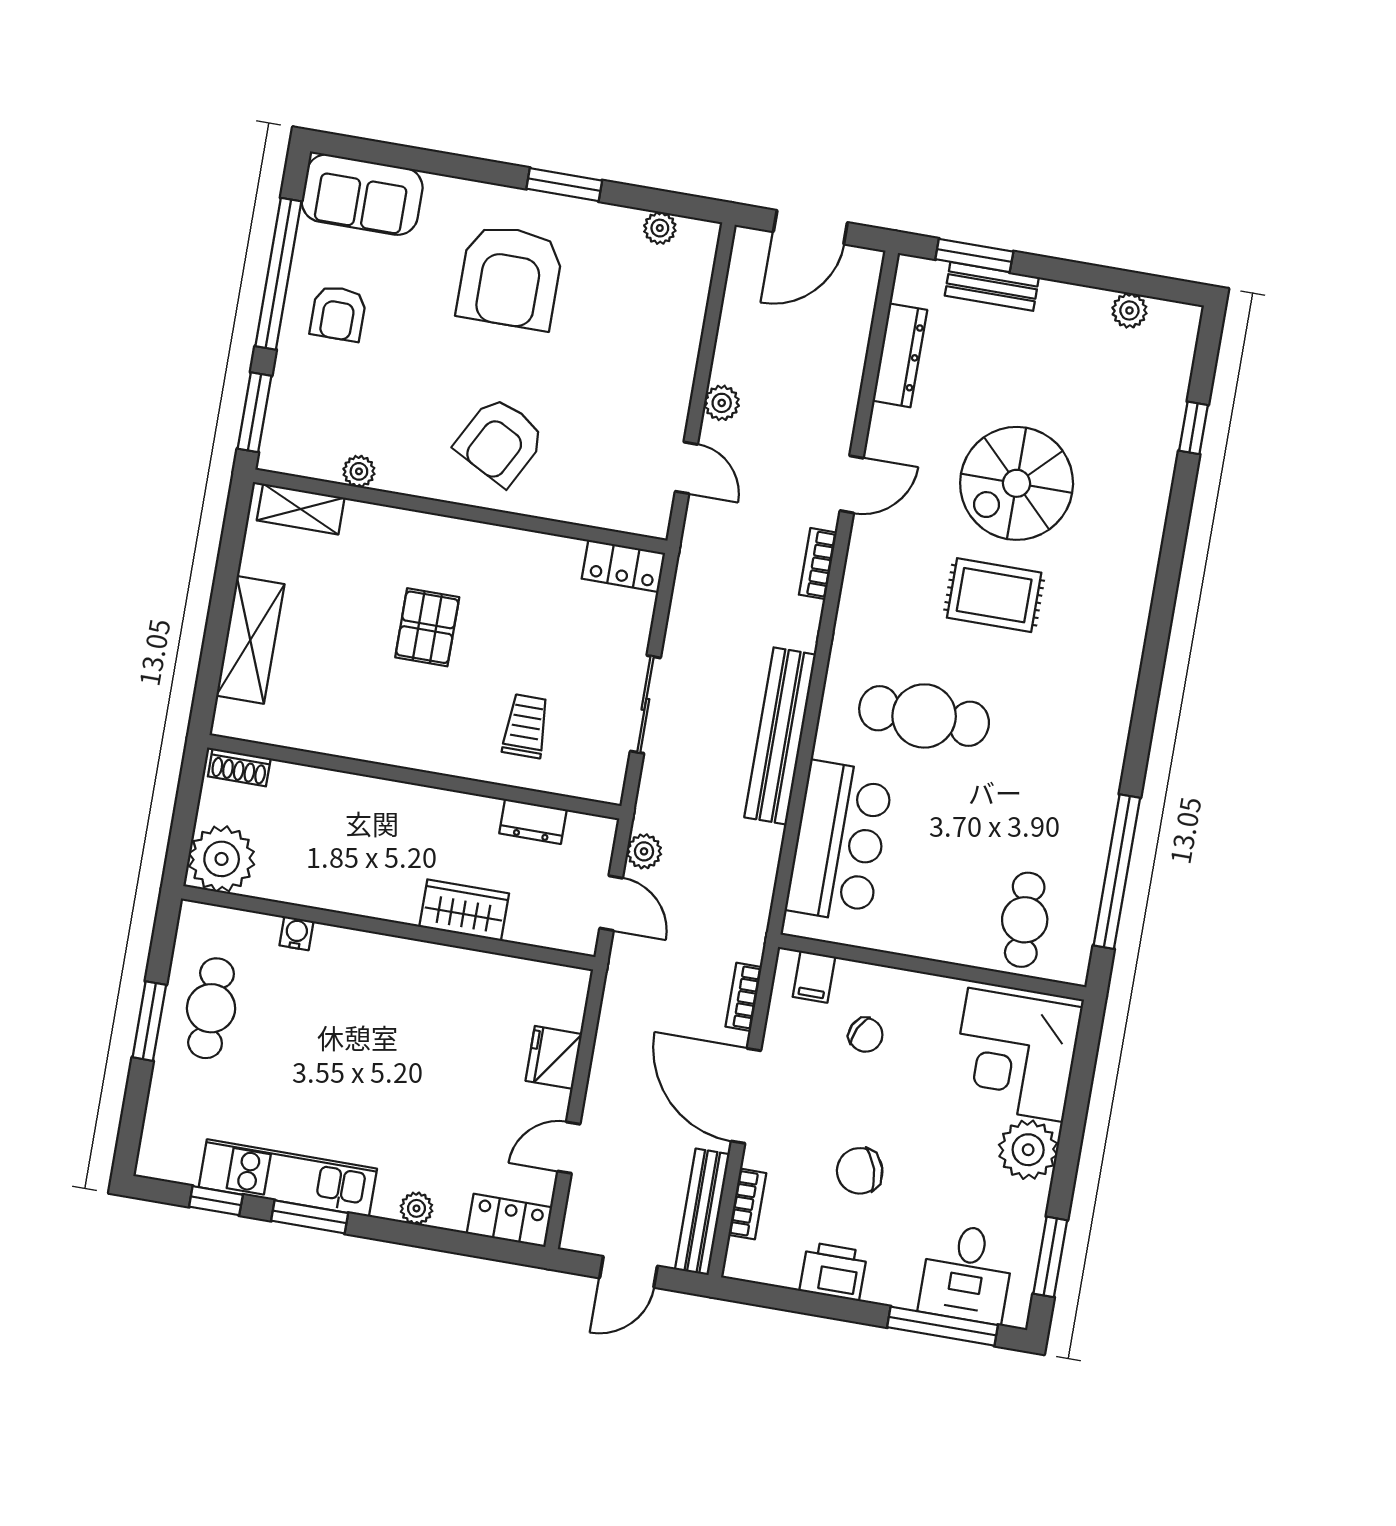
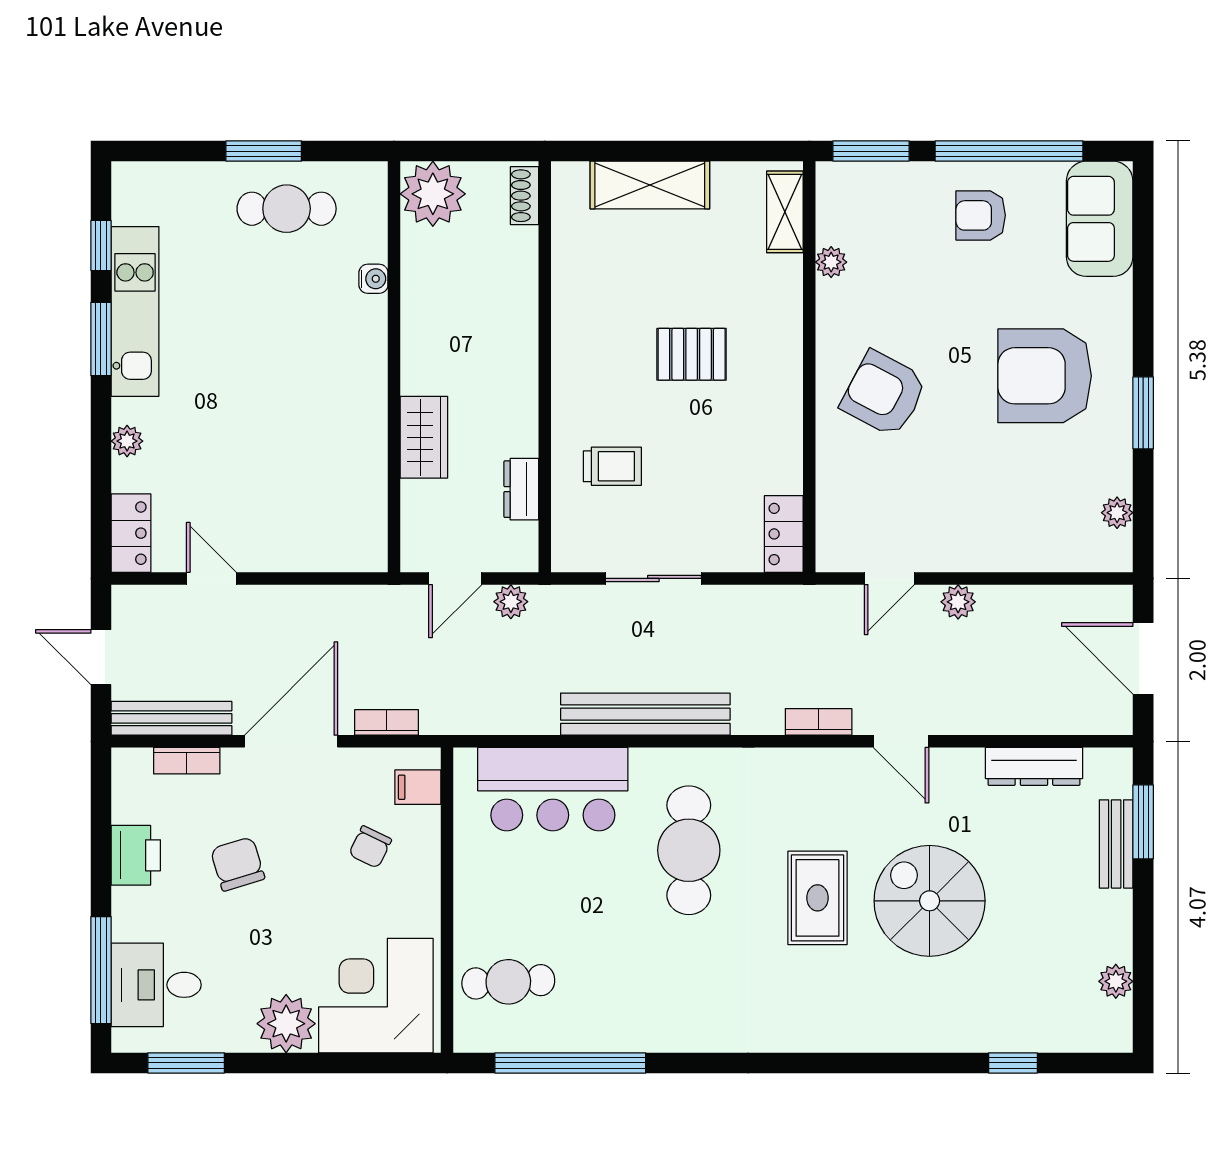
fridge: (554, 1057) -> (296, 549), removed

